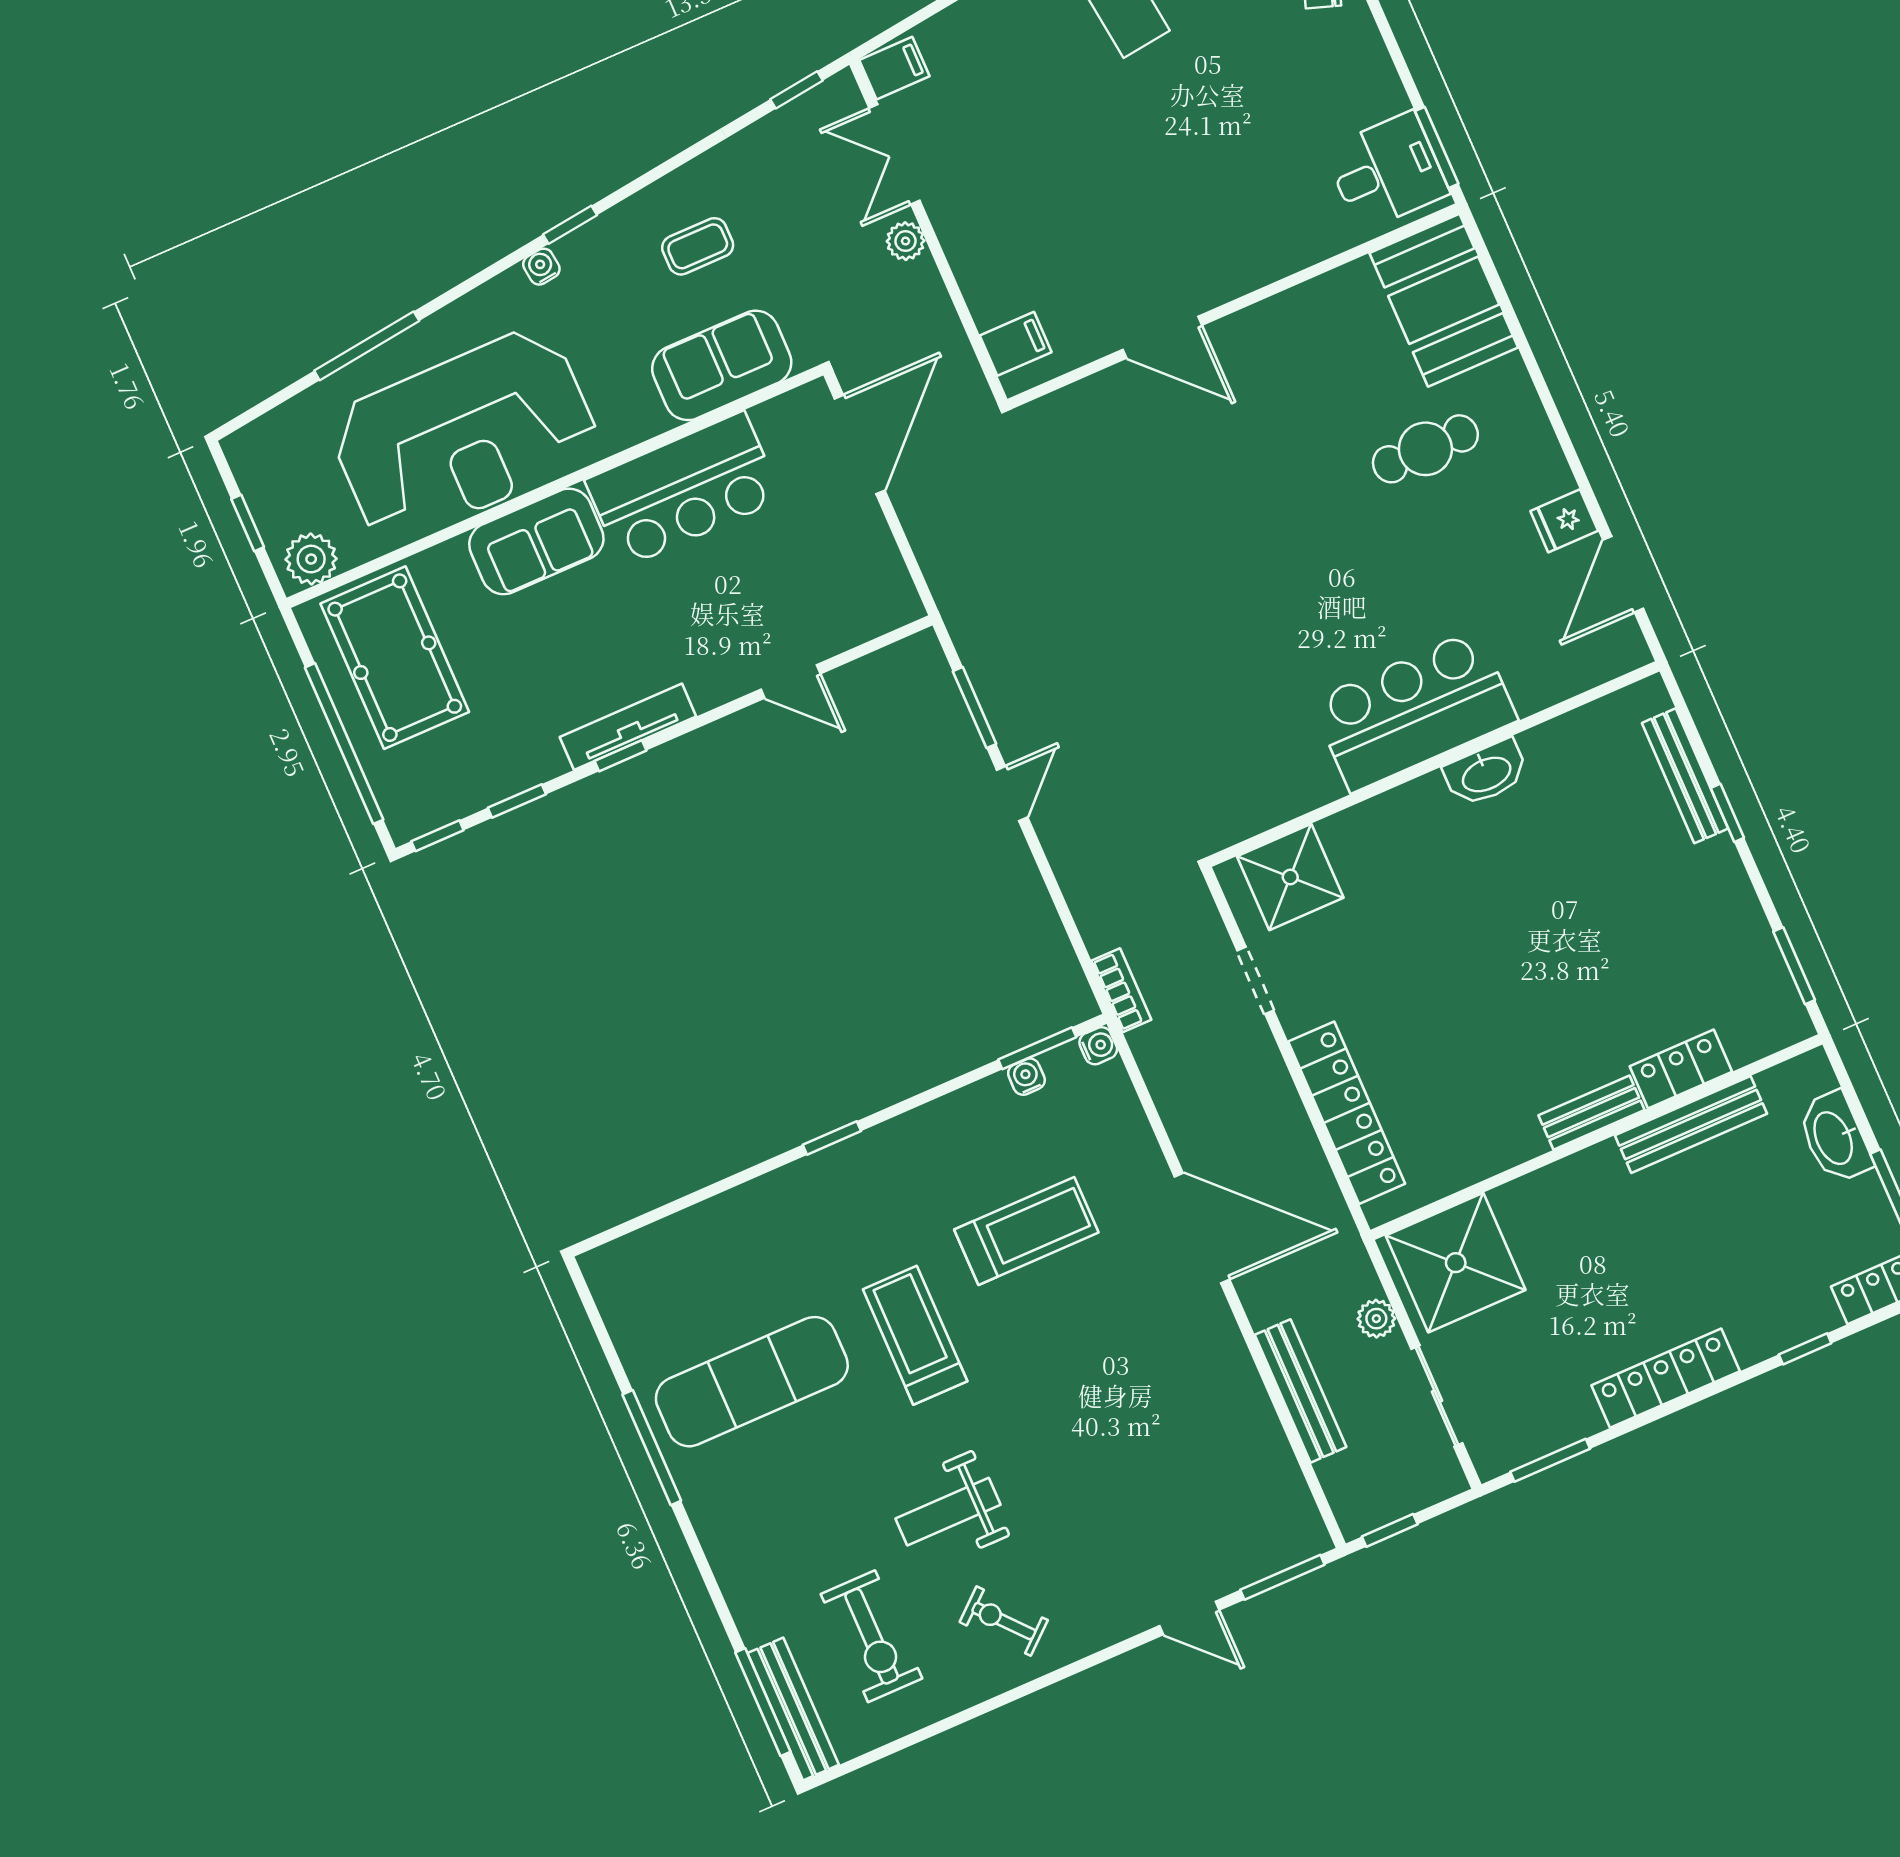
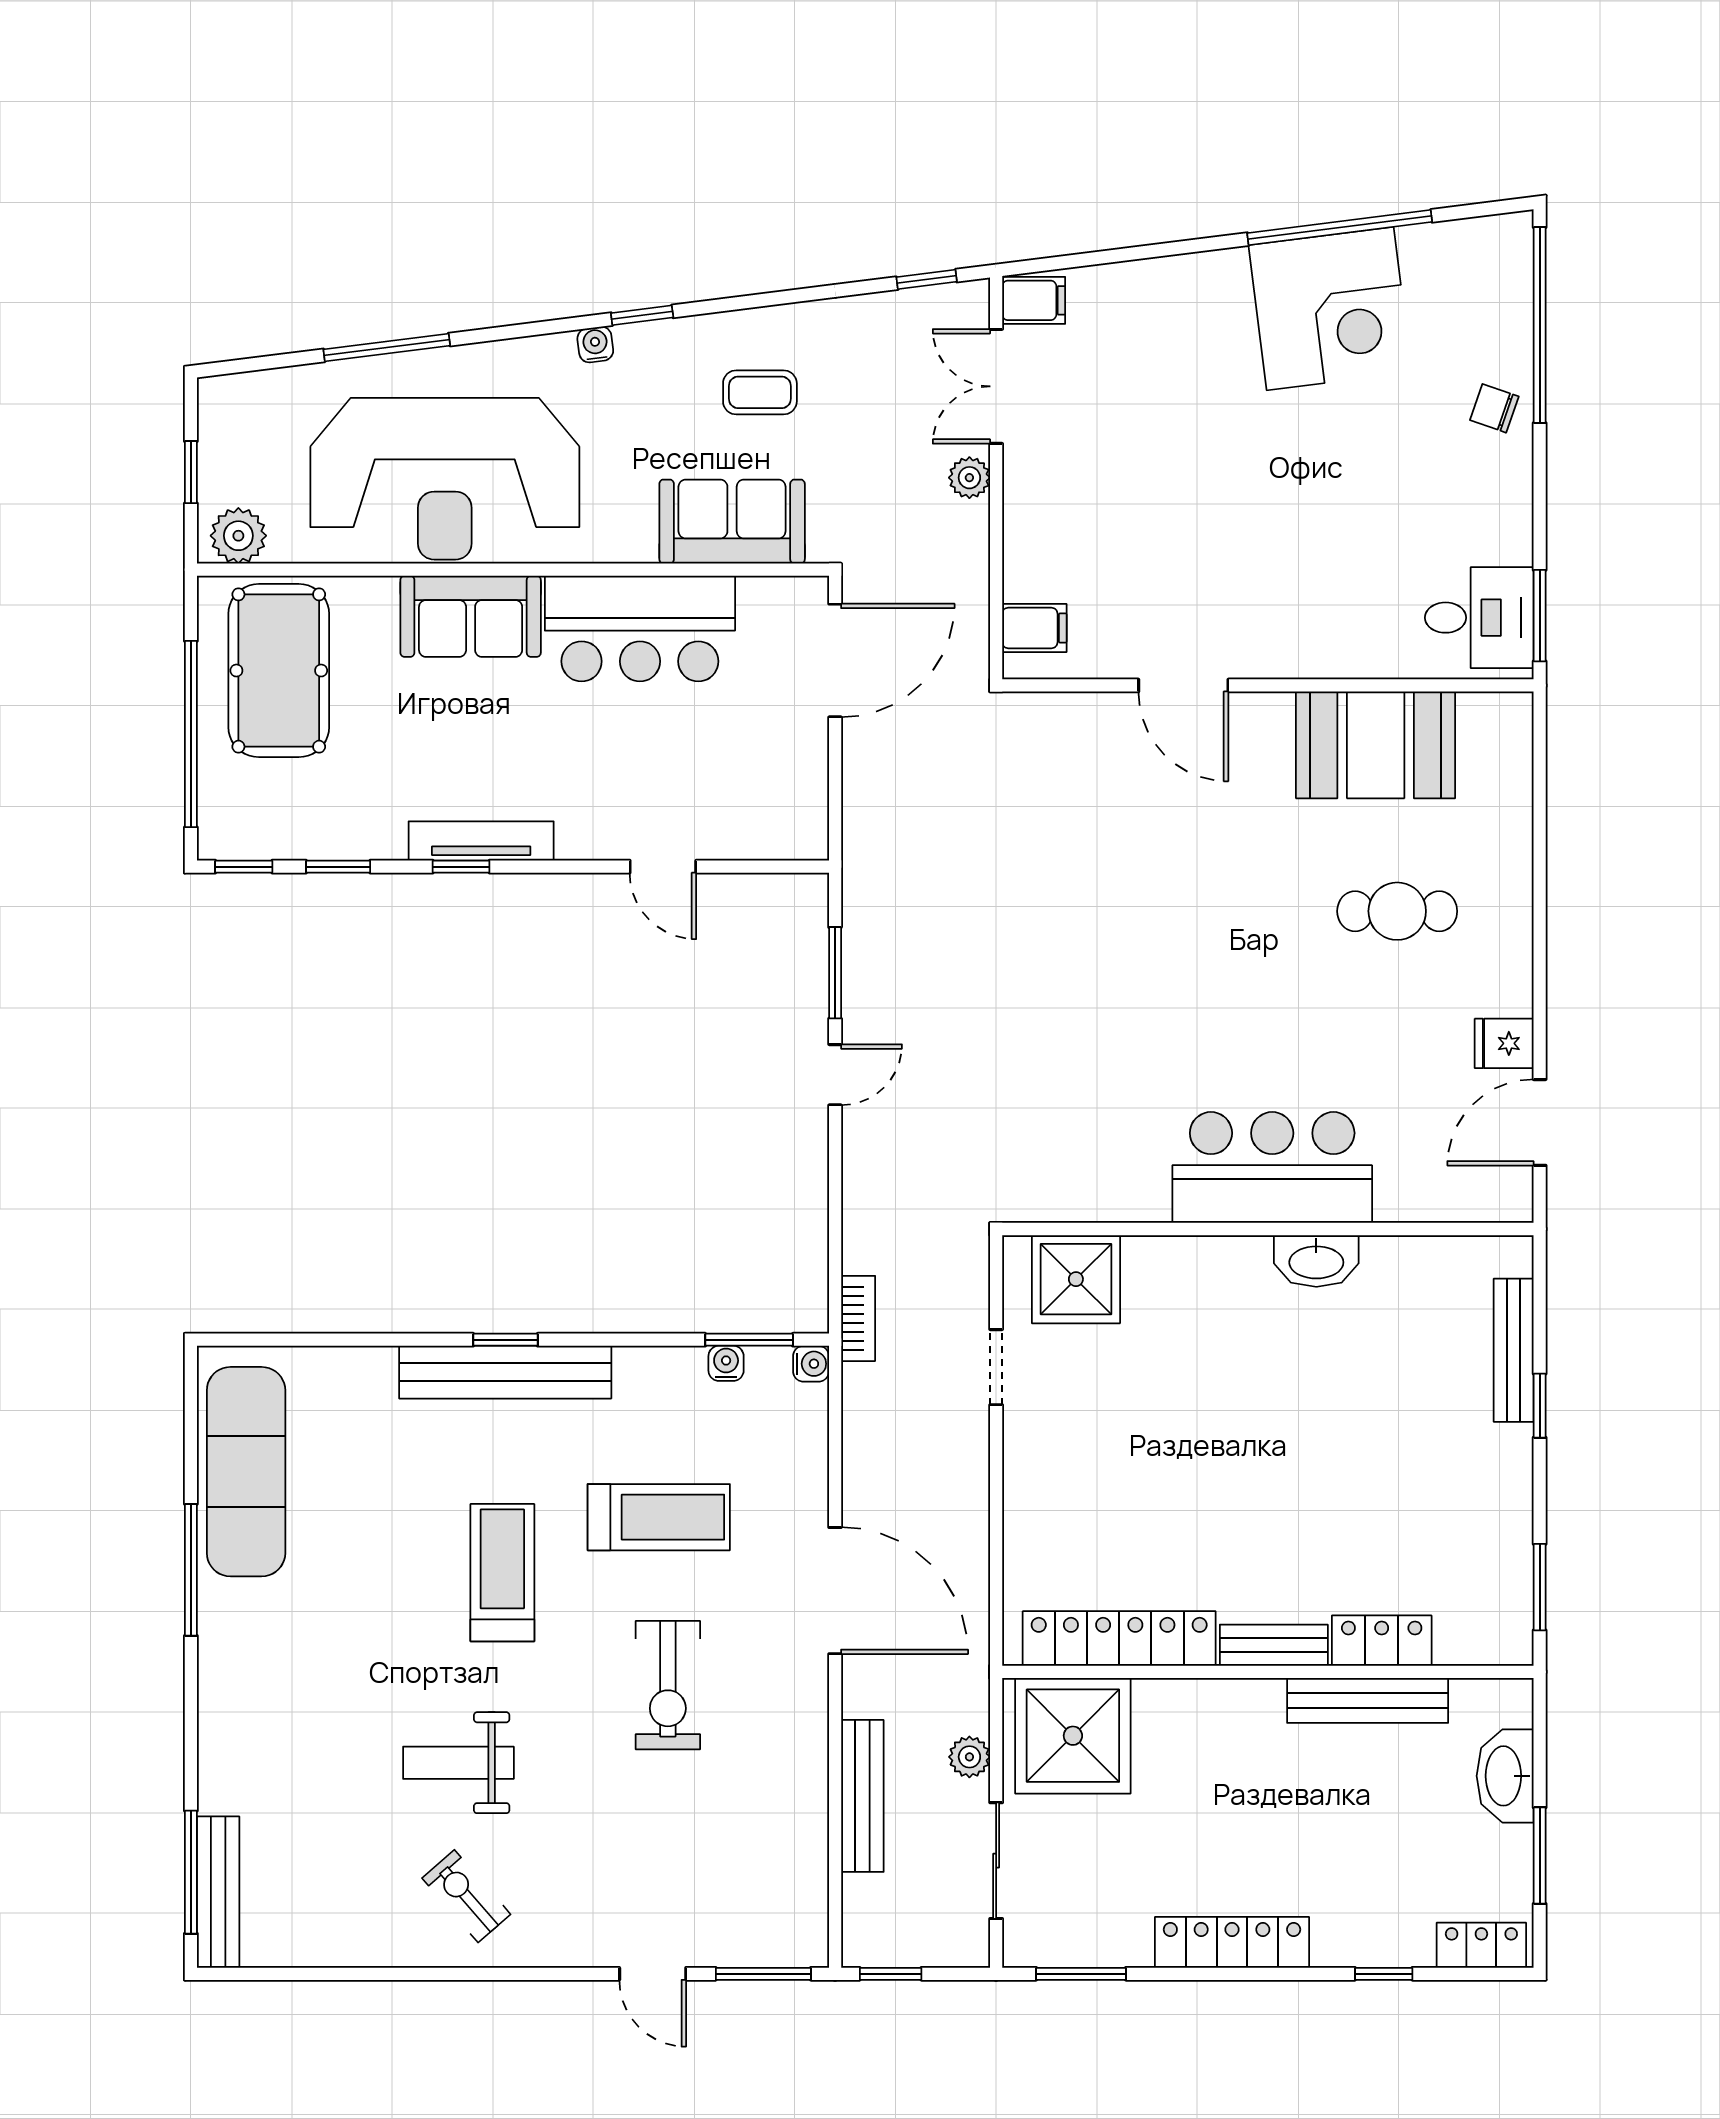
booth: (1444, 300) -> (1376, 745), moved, turned 90
locker: (1347, 1113) -> (1119, 1638), moved, turned -90
bench: (844, 1165) -> (505, 1372), added
exercise mat: (752, 1382) -> (246, 1472), moved, turned 90
exercise bike: (872, 1636) -> (668, 1685), moved

